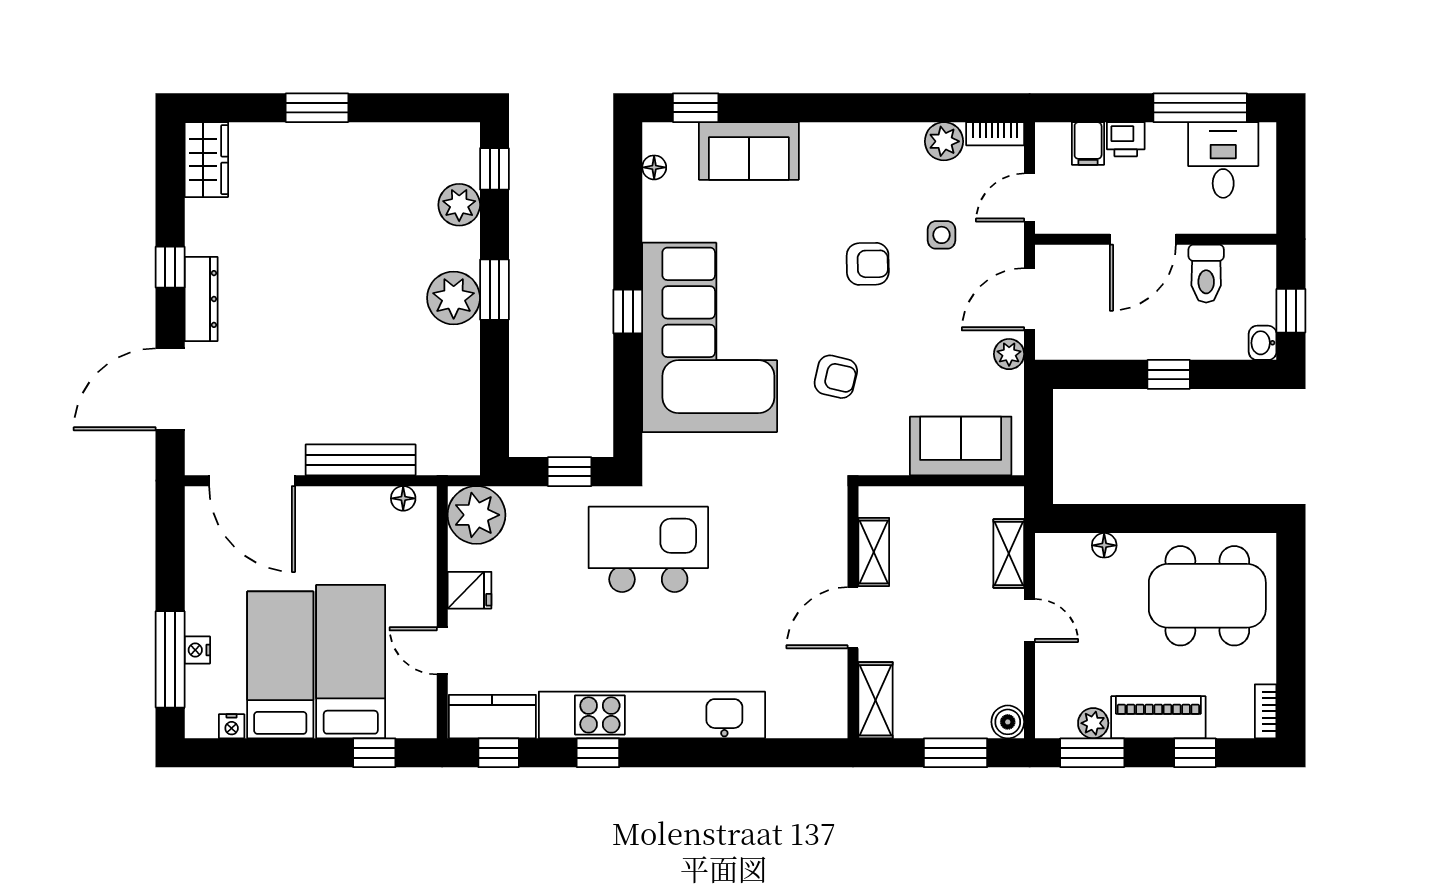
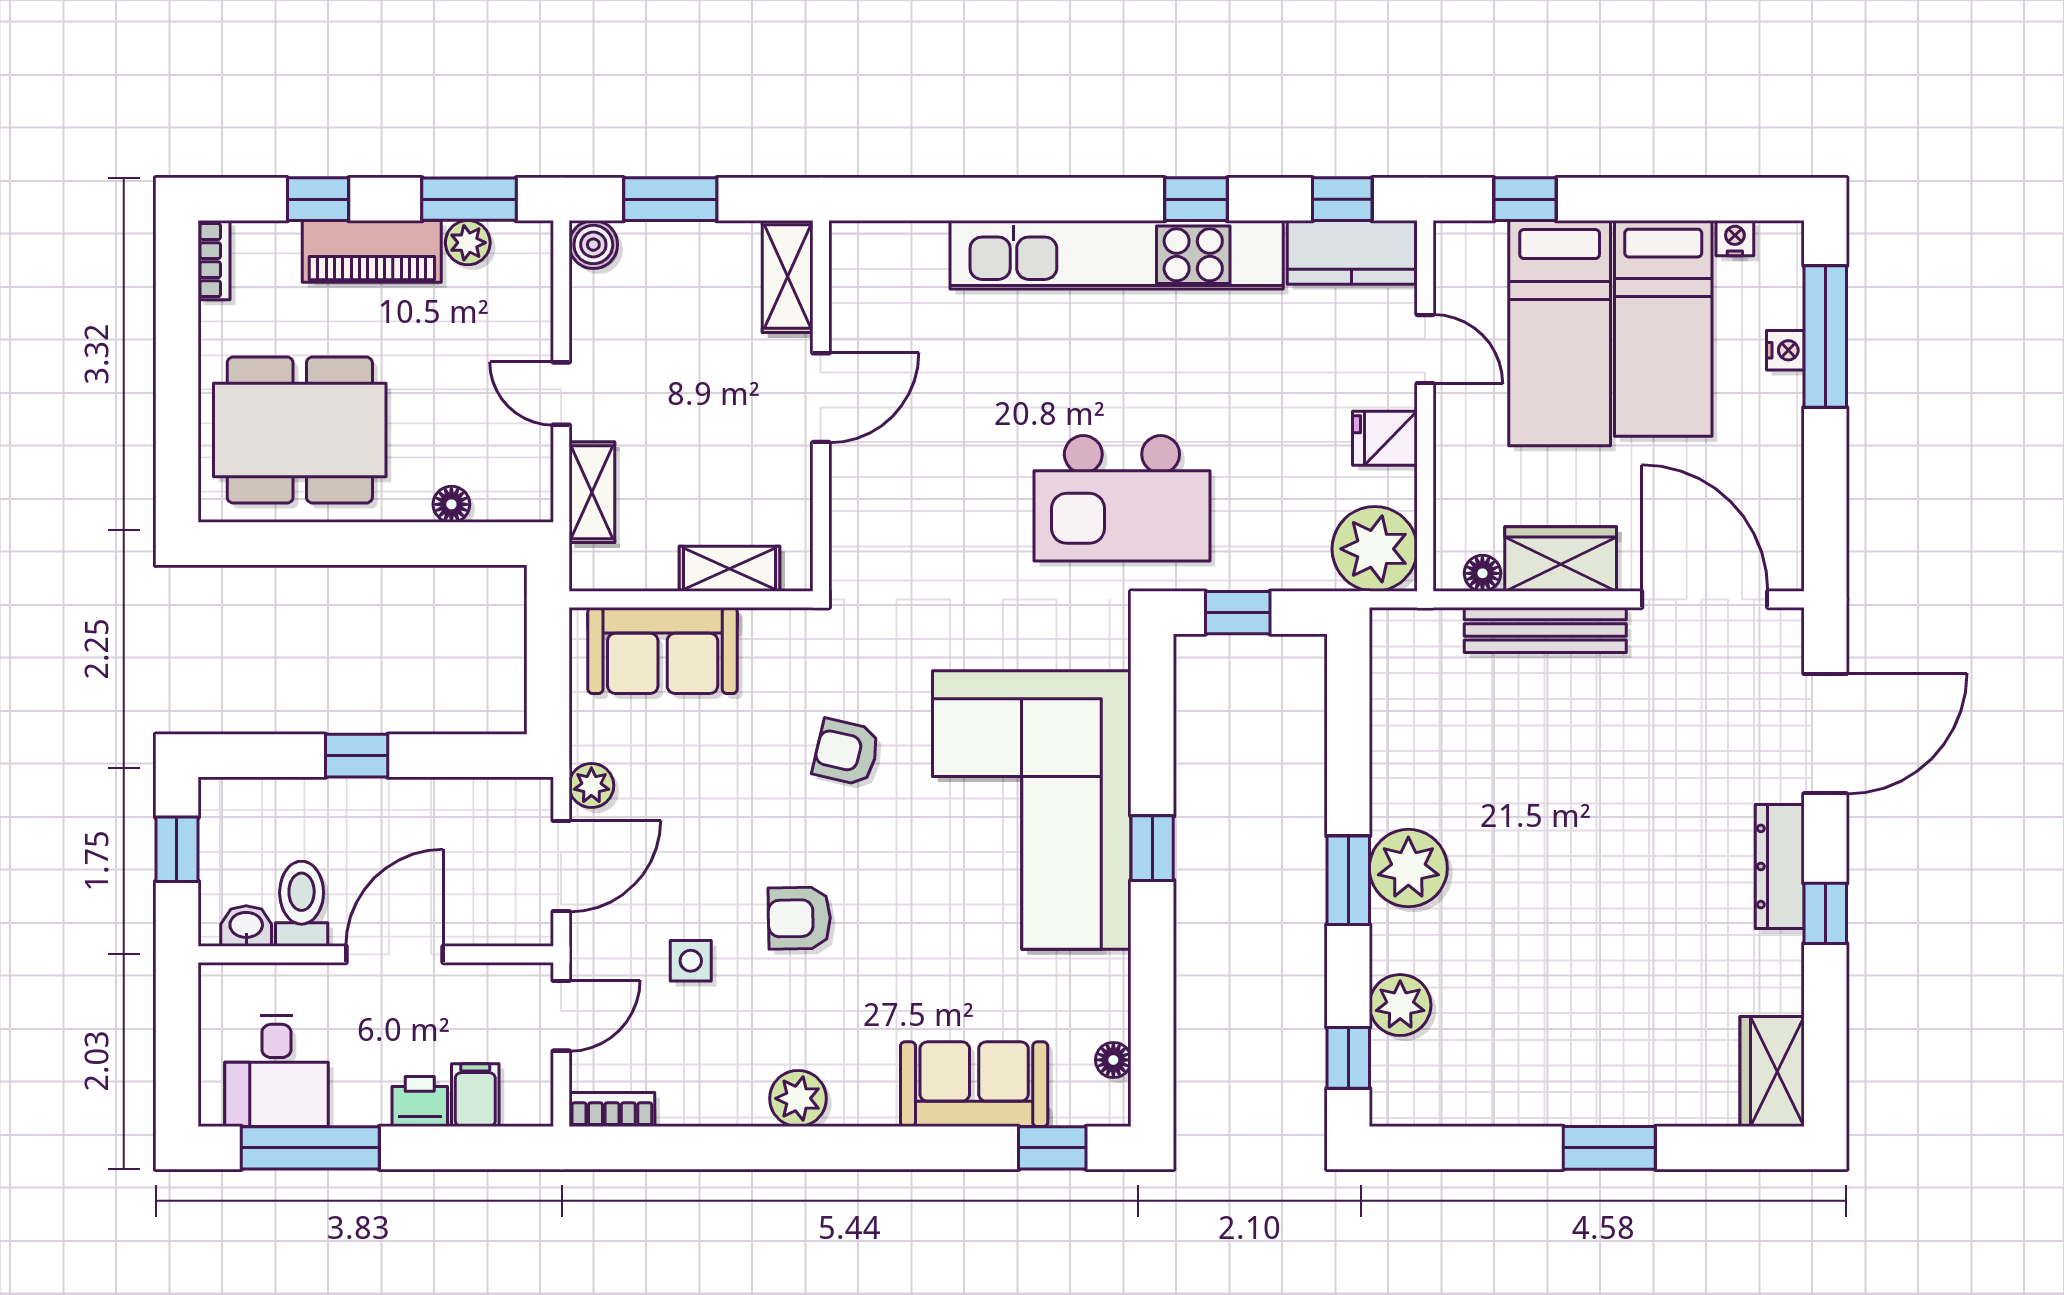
plant: (944, 141) -> (798, 1098), moved
washbasin: (1263, 343) -> (246, 926), moved, turned -90
wardrobe: (350, 508) -> (1561, 559), added
shelving: (874, 552) -> (729, 569), moved, turned 90

